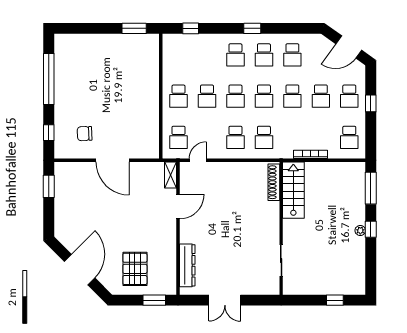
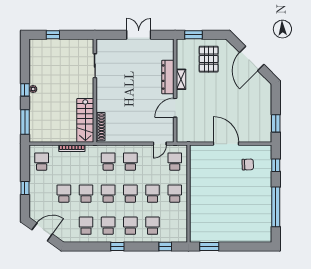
school desk: (349, 96) -> (153, 226), moved
shelving: (170, 175) -> (181, 79), moved
dresser: (187, 265) -> (168, 77), moved

